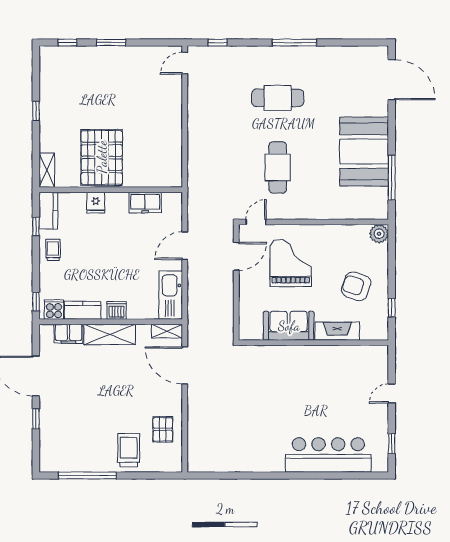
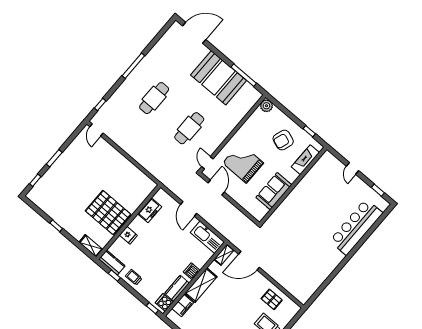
cafe table: (278, 167) -> (189, 128), turned 90
fireplace: (337, 331) -> (305, 160), moved

